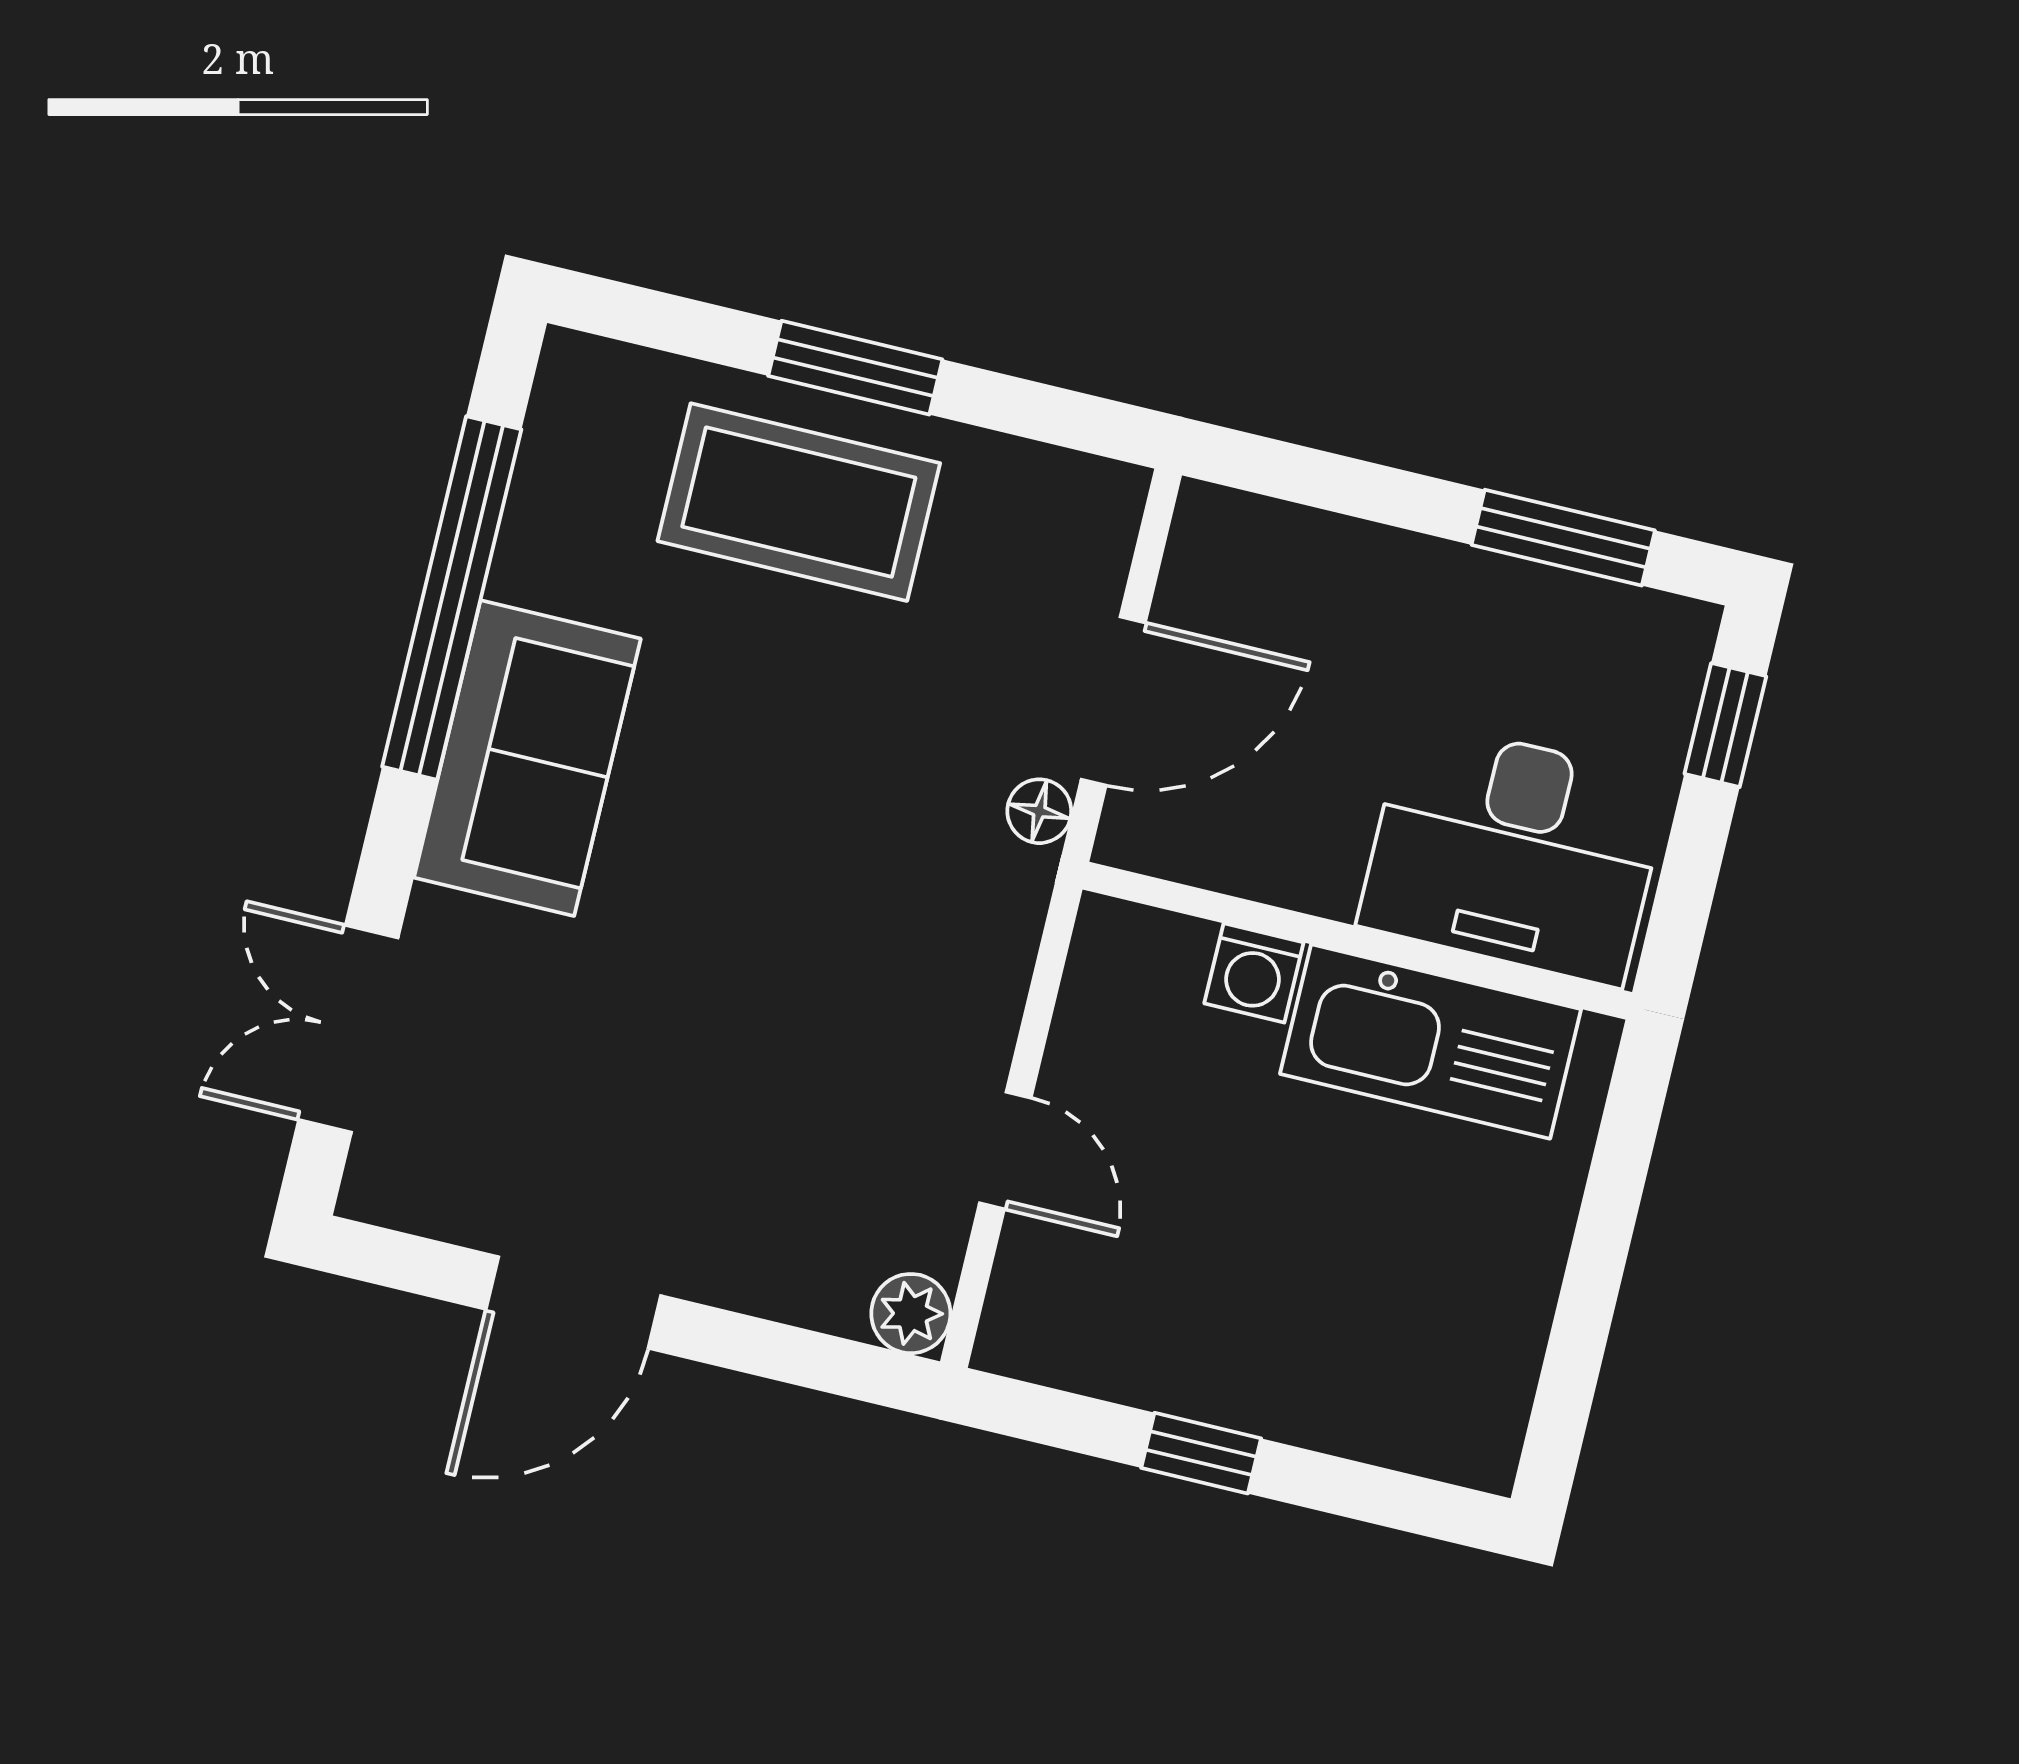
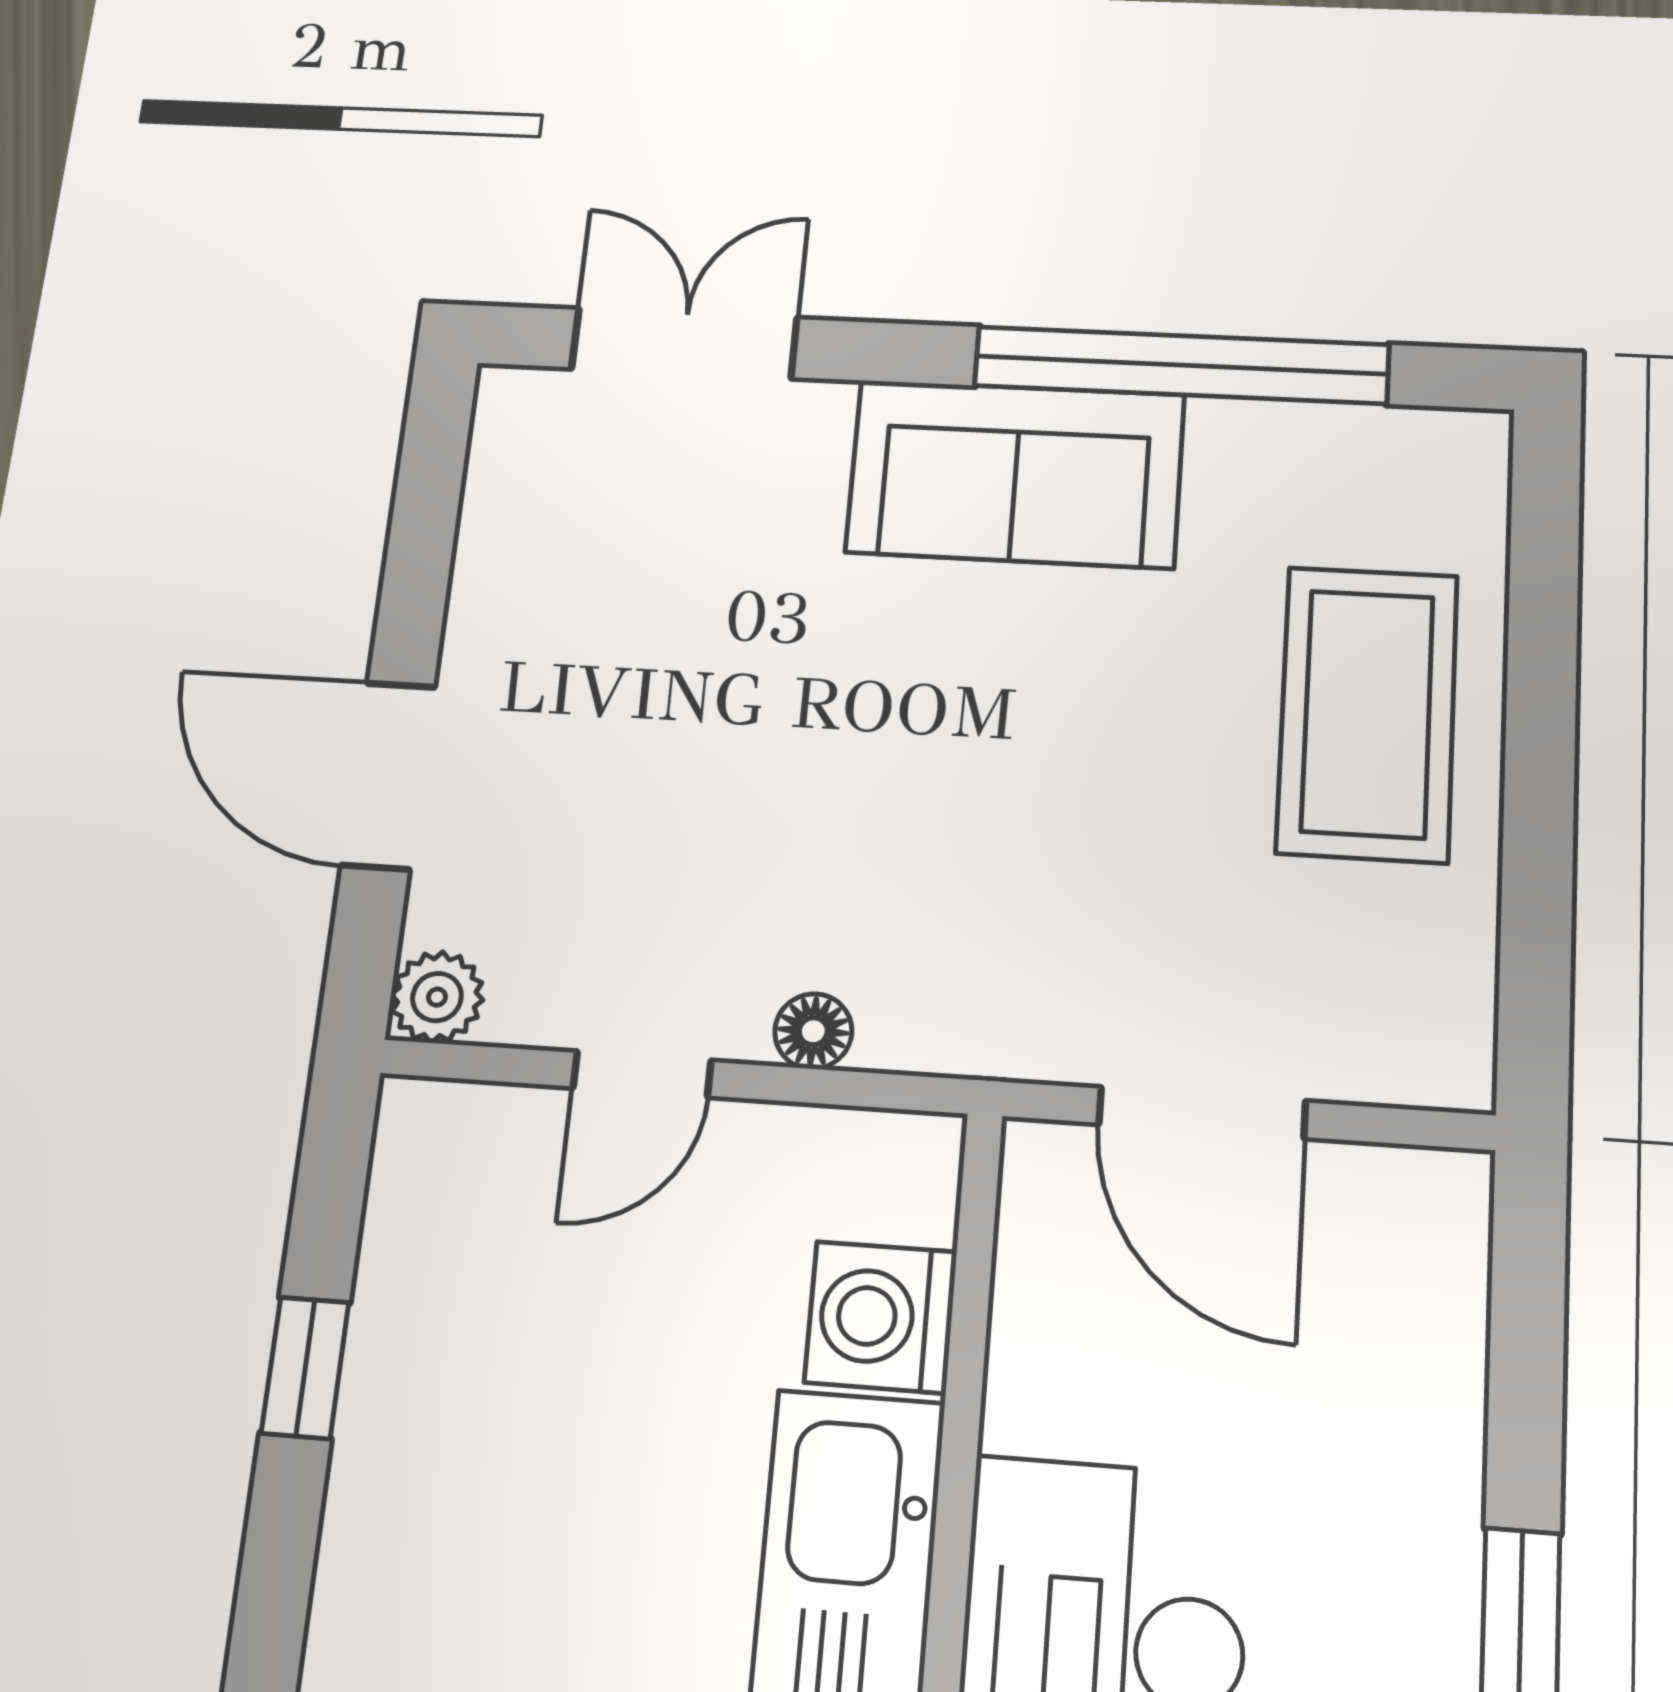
window: (855, 368) -> (1540, 749), removed
floor lamp: (1039, 811) -> (813, 1031), moved
washing machine: (1254, 973) -> (881, 1317), width x1.38, depth x1.38
door: (573, 1302) -> (388, 775), moved

